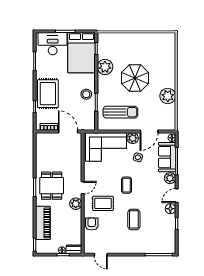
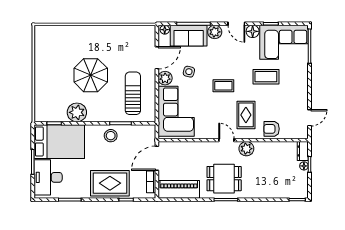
plant: (168, 96) -> (113, 35), removed
door: (149, 132) -> (157, 58), hinge flipped
piano: (43, 223) -> (179, 189), moved
corner sofa: (162, 234) -> (284, 42), added

